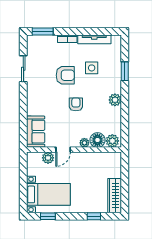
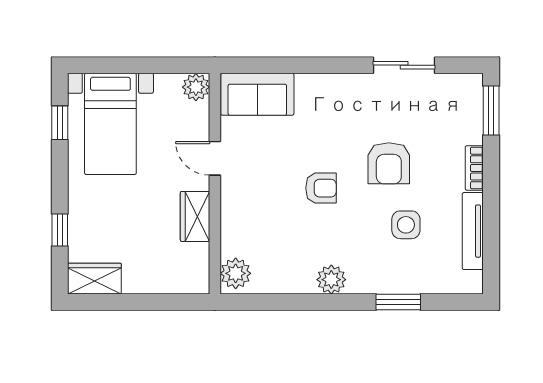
floor lamp: (97, 140) -> (238, 239), removed
plant: (84, 143) -> (231, 208), removed
plant: (48, 158) -> (196, 87), moved
wardrobe: (88, 158) -> (195, 216), added
wardrobe: (115, 196) -> (94, 279), width x0.67

